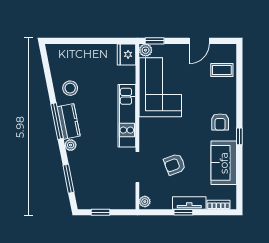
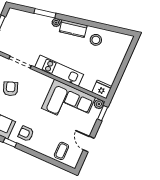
window: (57, 121) -> (77, 21), removed
window: (68, 179) -> (45, 13), moved

